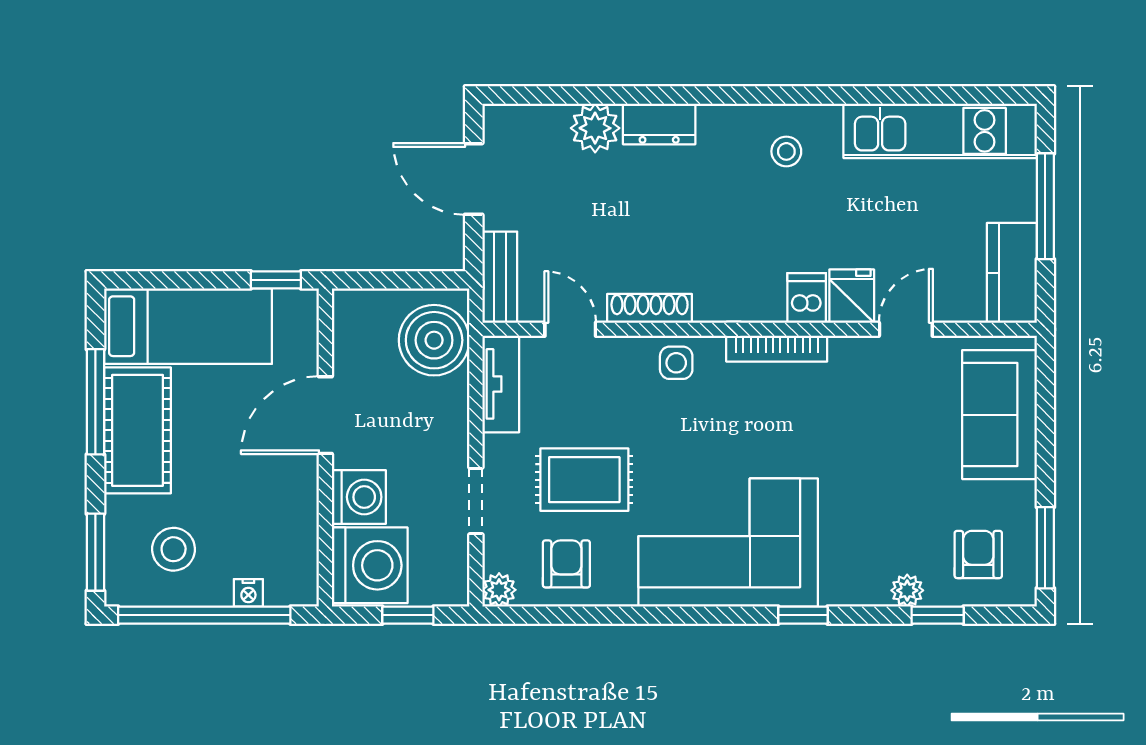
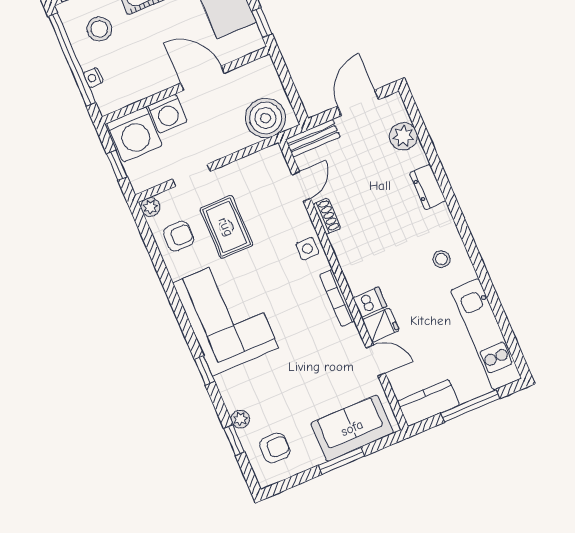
plant: (595, 128) -> (403, 136), moved
shoe rack: (650, 308) -> (327, 216), width x0.70
tv unit: (501, 384) -> (258, 162), removed
window: (1045, 548) -> (341, 461), moved

